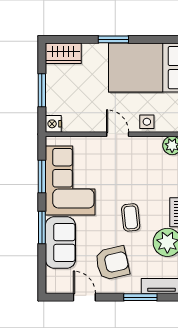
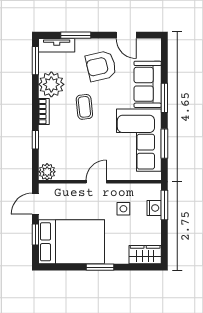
window: (42, 90) -> (164, 205), moved
side table: (147, 122) -> (123, 209), moved
nightstand: (53, 124) -> (154, 208), moved
door: (118, 134) -> (96, 182), swing flipped

